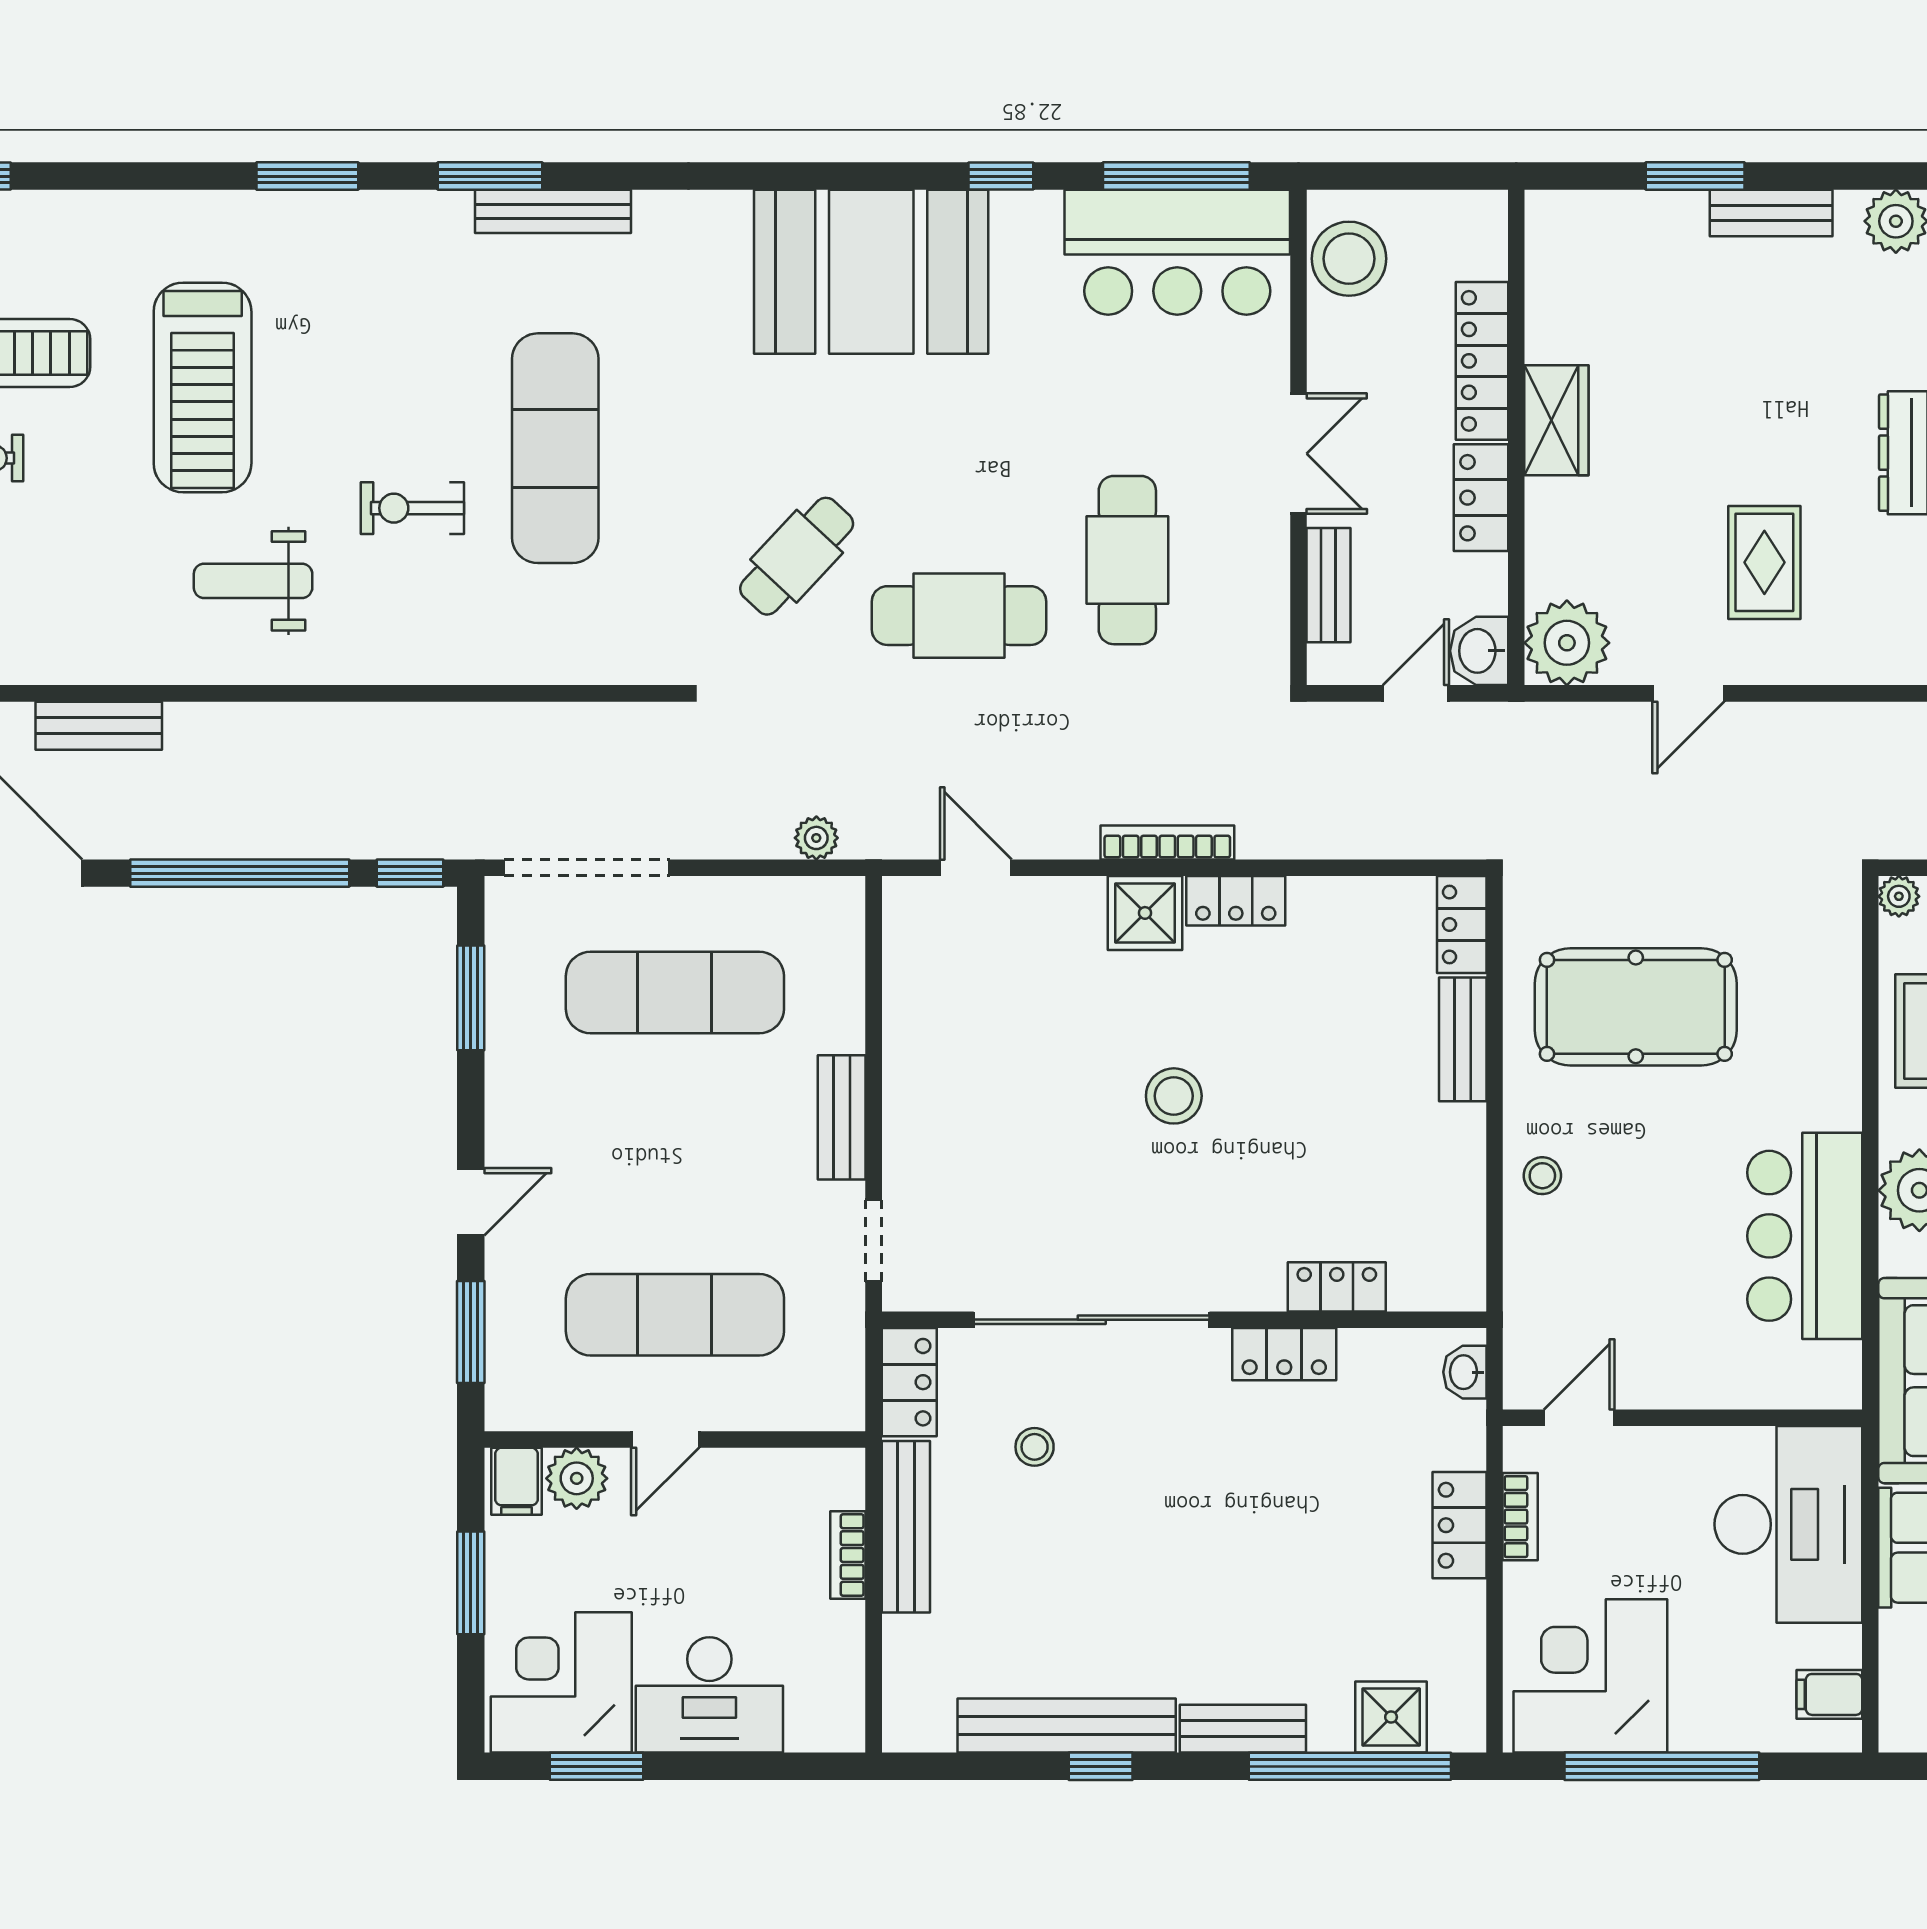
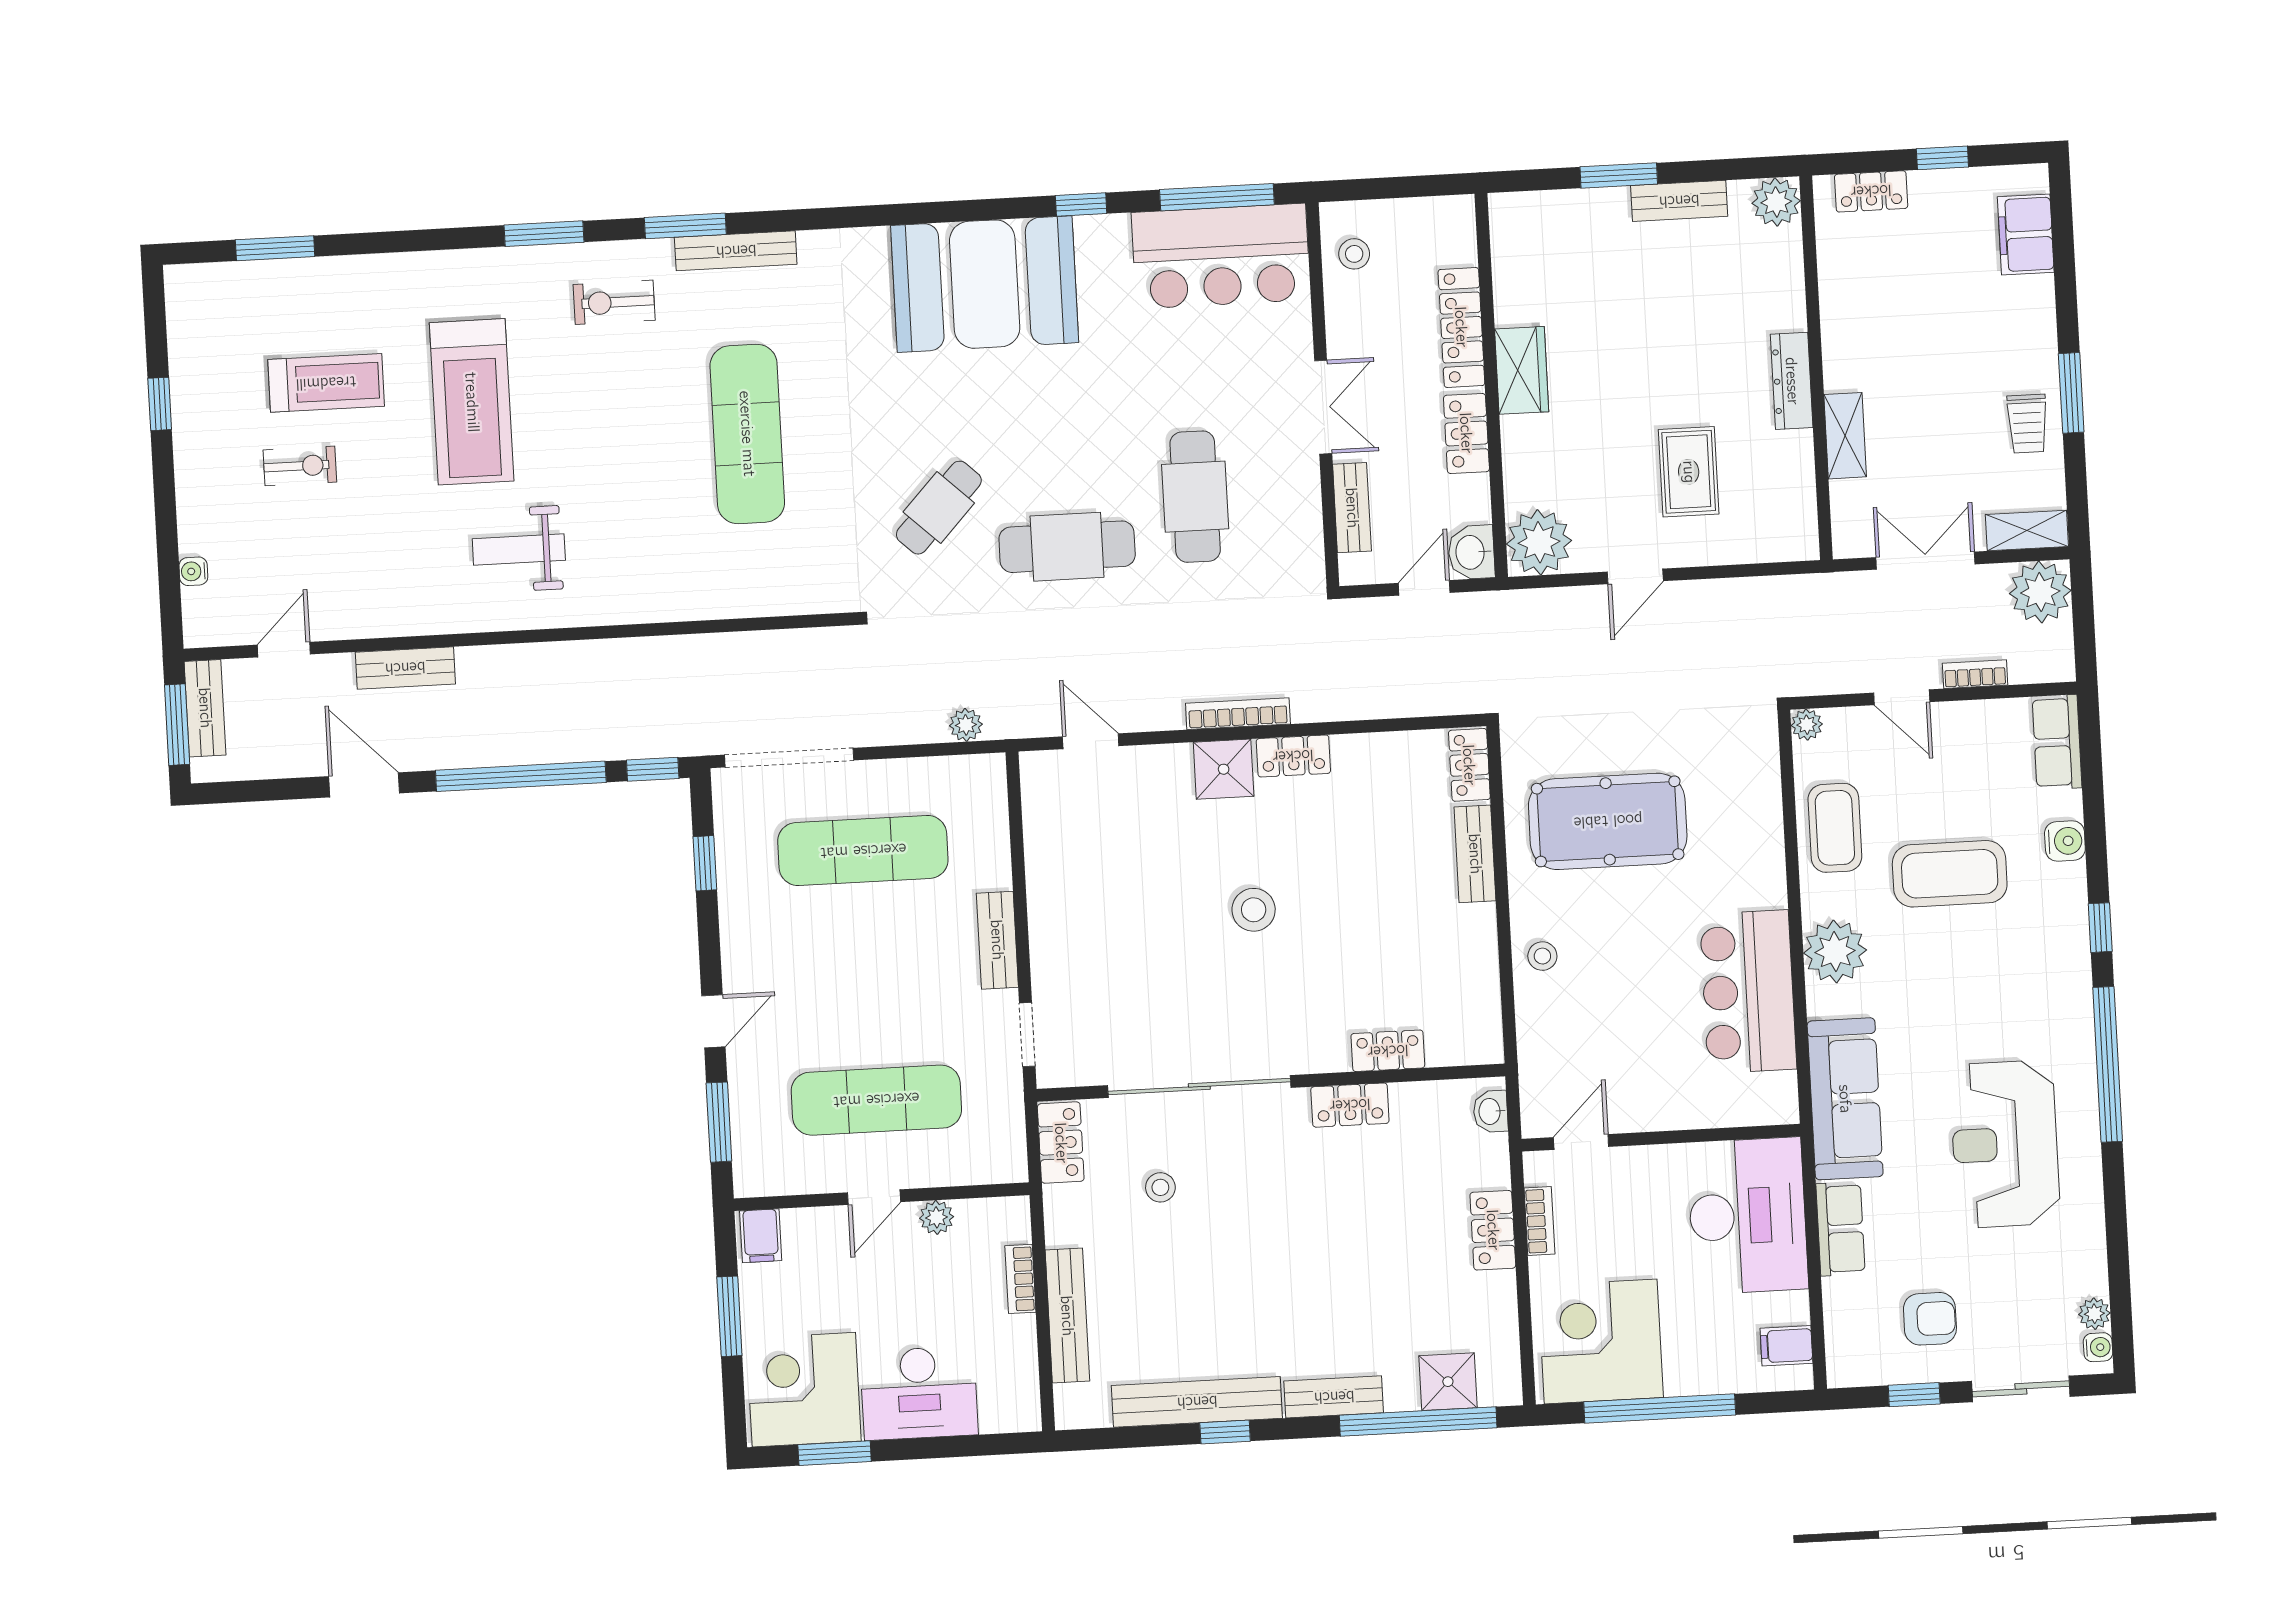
stool: (1349, 259) -> (1354, 254), width x0.53, depth x0.53
exercise bike: (412, 508) -> (614, 302), moved
window: (471, 998) -> (705, 863), width x0.67
plant: (577, 1478) -> (937, 1217), moved, width x0.73, depth x0.73
bench: (906, 1527) -> (1067, 1316), moved

